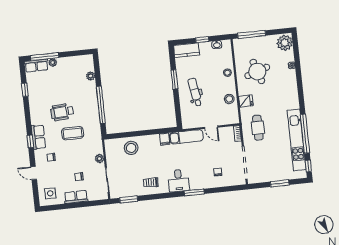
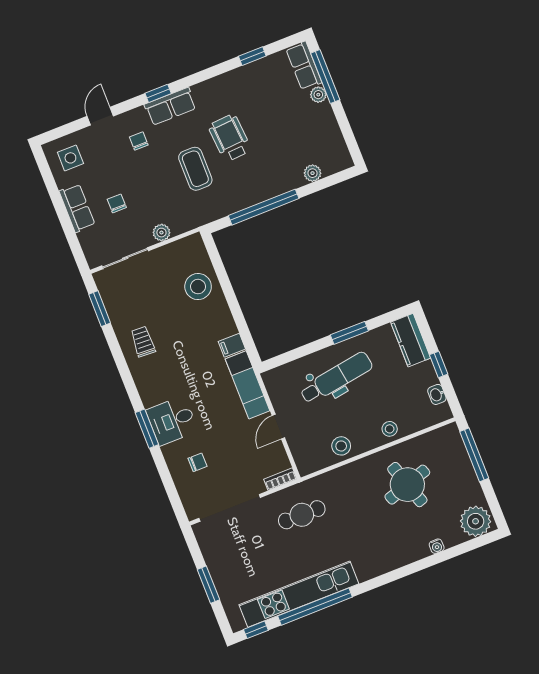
dental chair: (195, 92) -> (336, 378), width x1.36, depth x1.38
fridge: (246, 101) -> (346, 478), removed
desk: (179, 181) -> (172, 421), moved

